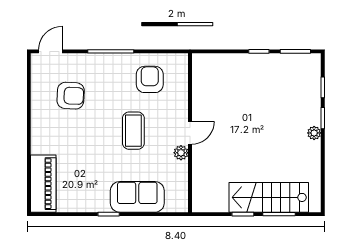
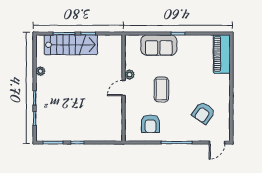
armchair: (71, 96) -> (203, 113), turned -58
plant: (314, 133) -> (40, 71), moved

